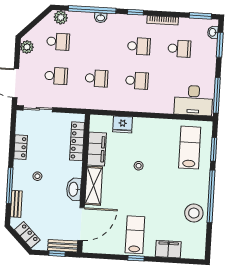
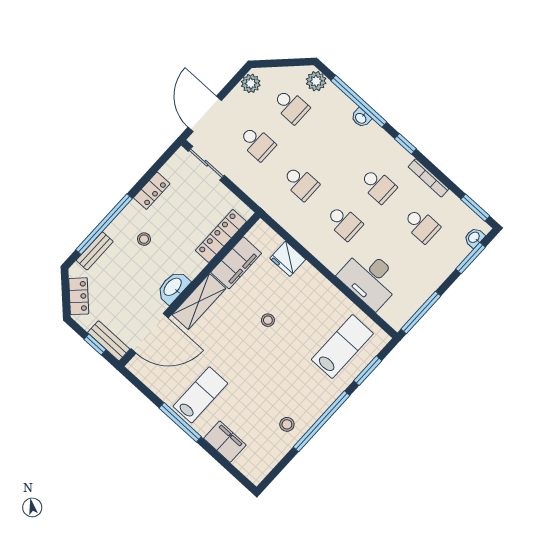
desk: (193, 100) -> (370, 279), moved
window: (10, 186) -> (104, 224), width x1.46
stool: (194, 213) -> (287, 424), width x0.53, depth x0.53
window: (136, 258) -> (180, 422), width x2.17

